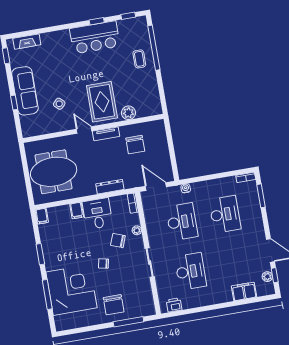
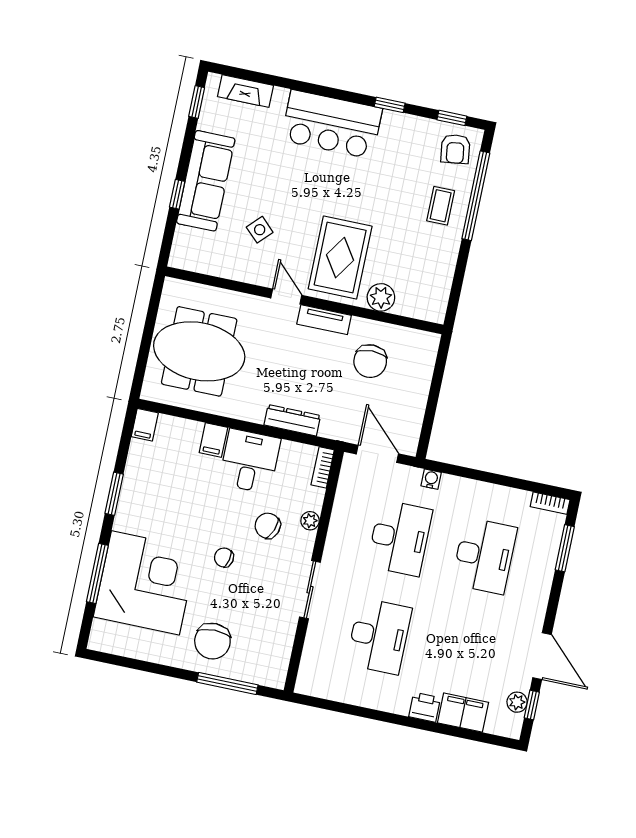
armchair: (136, 30) -> (455, 149), added
bar counter: (95, 37) -> (332, 124), moved
printer: (174, 305) -> (425, 707), moved

